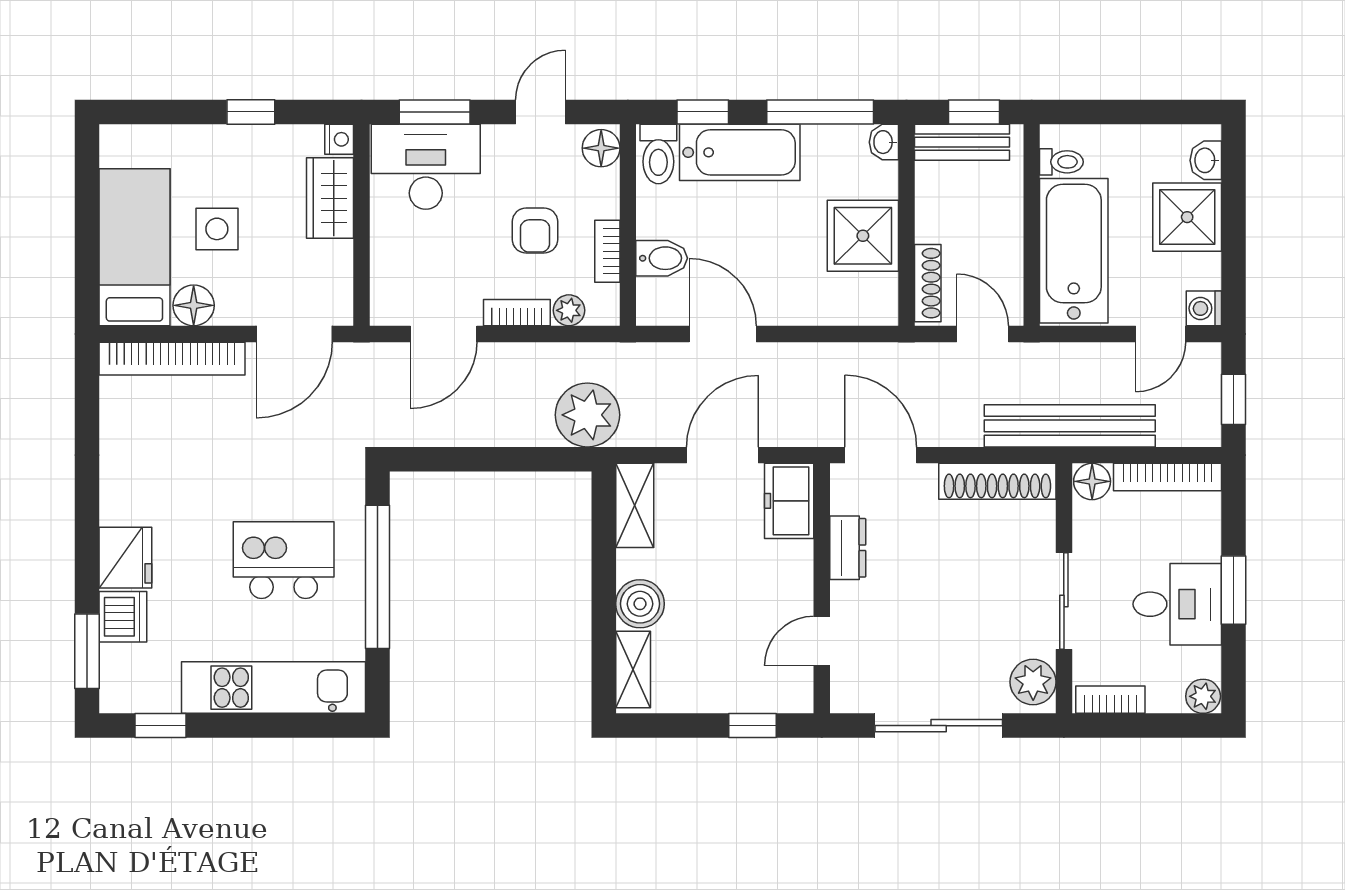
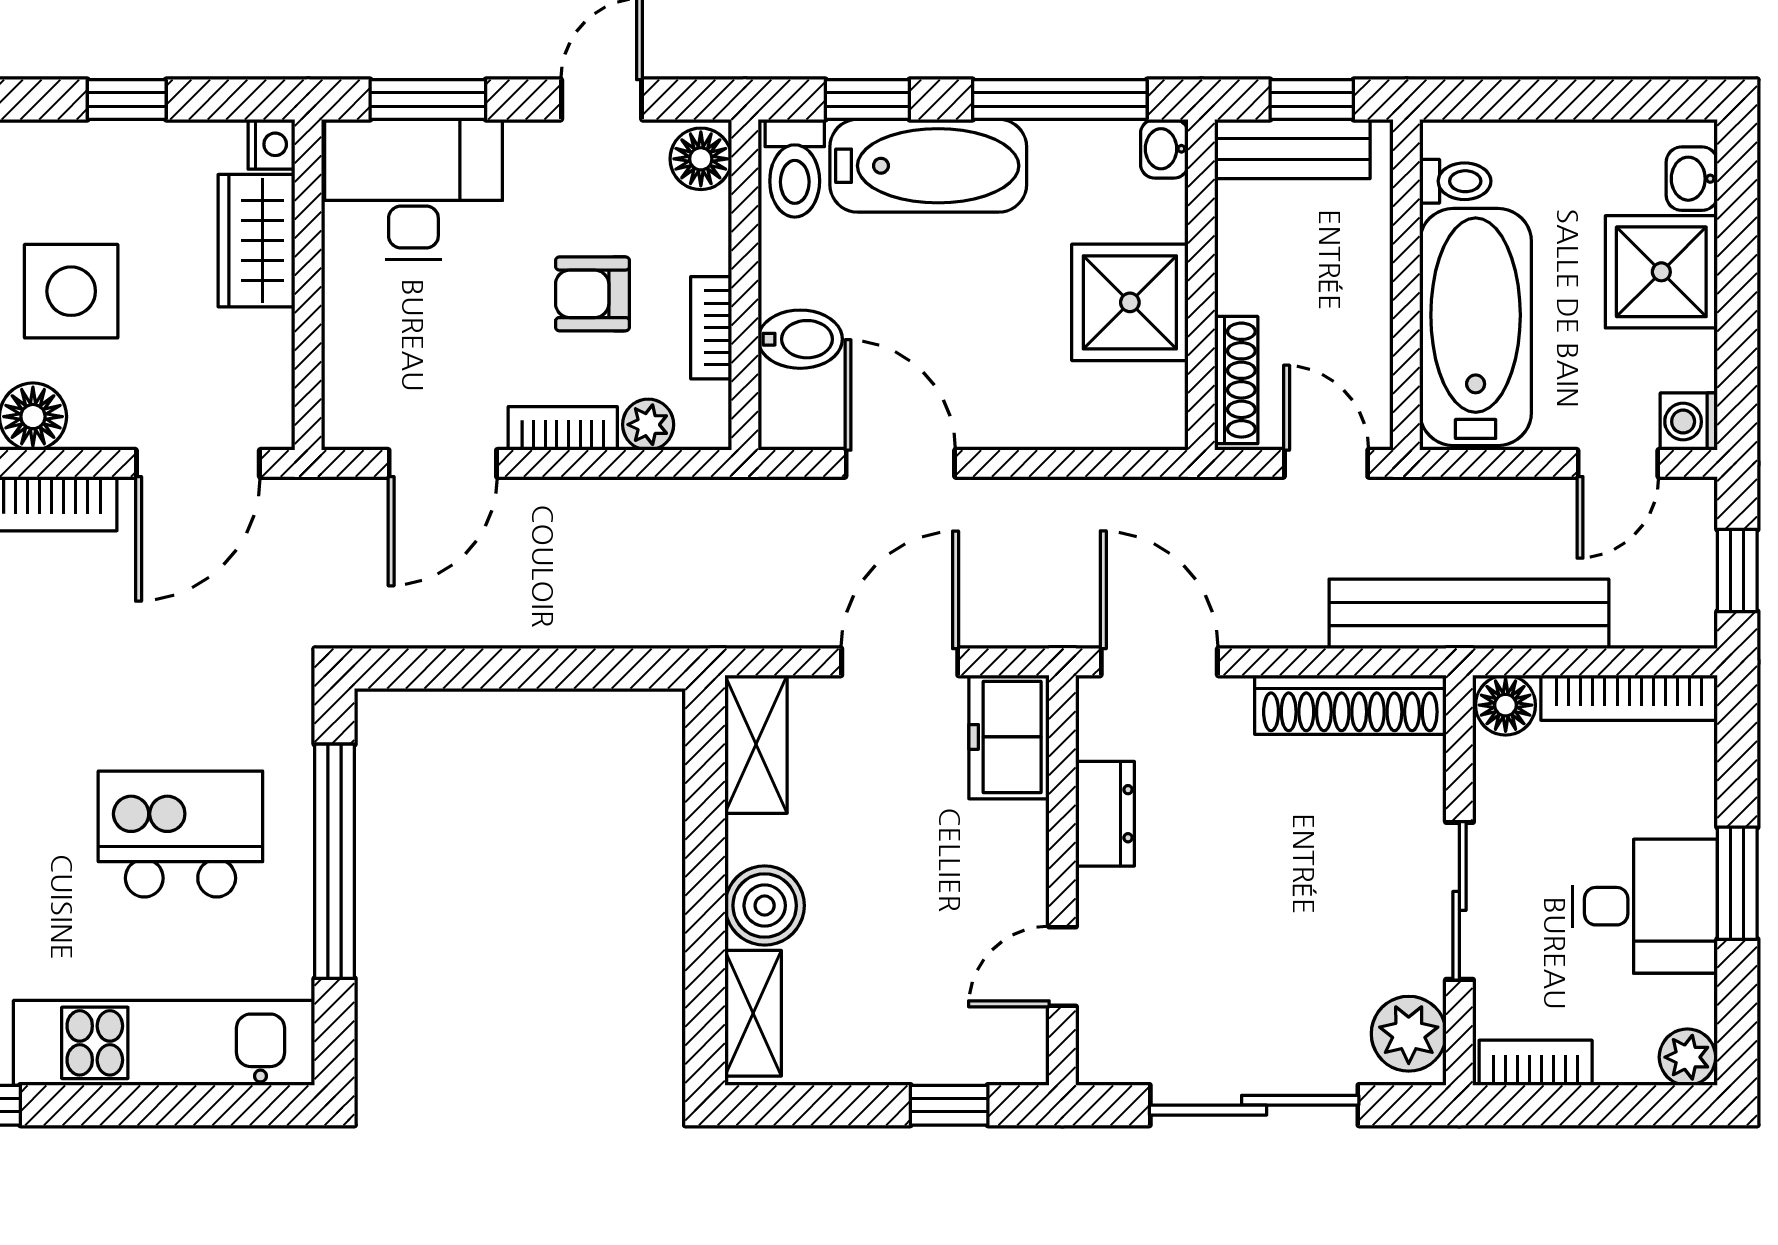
side table: (217, 229) -> (71, 291), width x1.37, depth x1.37
armchair: (535, 231) -> (593, 294), turned 90
plant: (587, 415) -> (679, 596), removed

